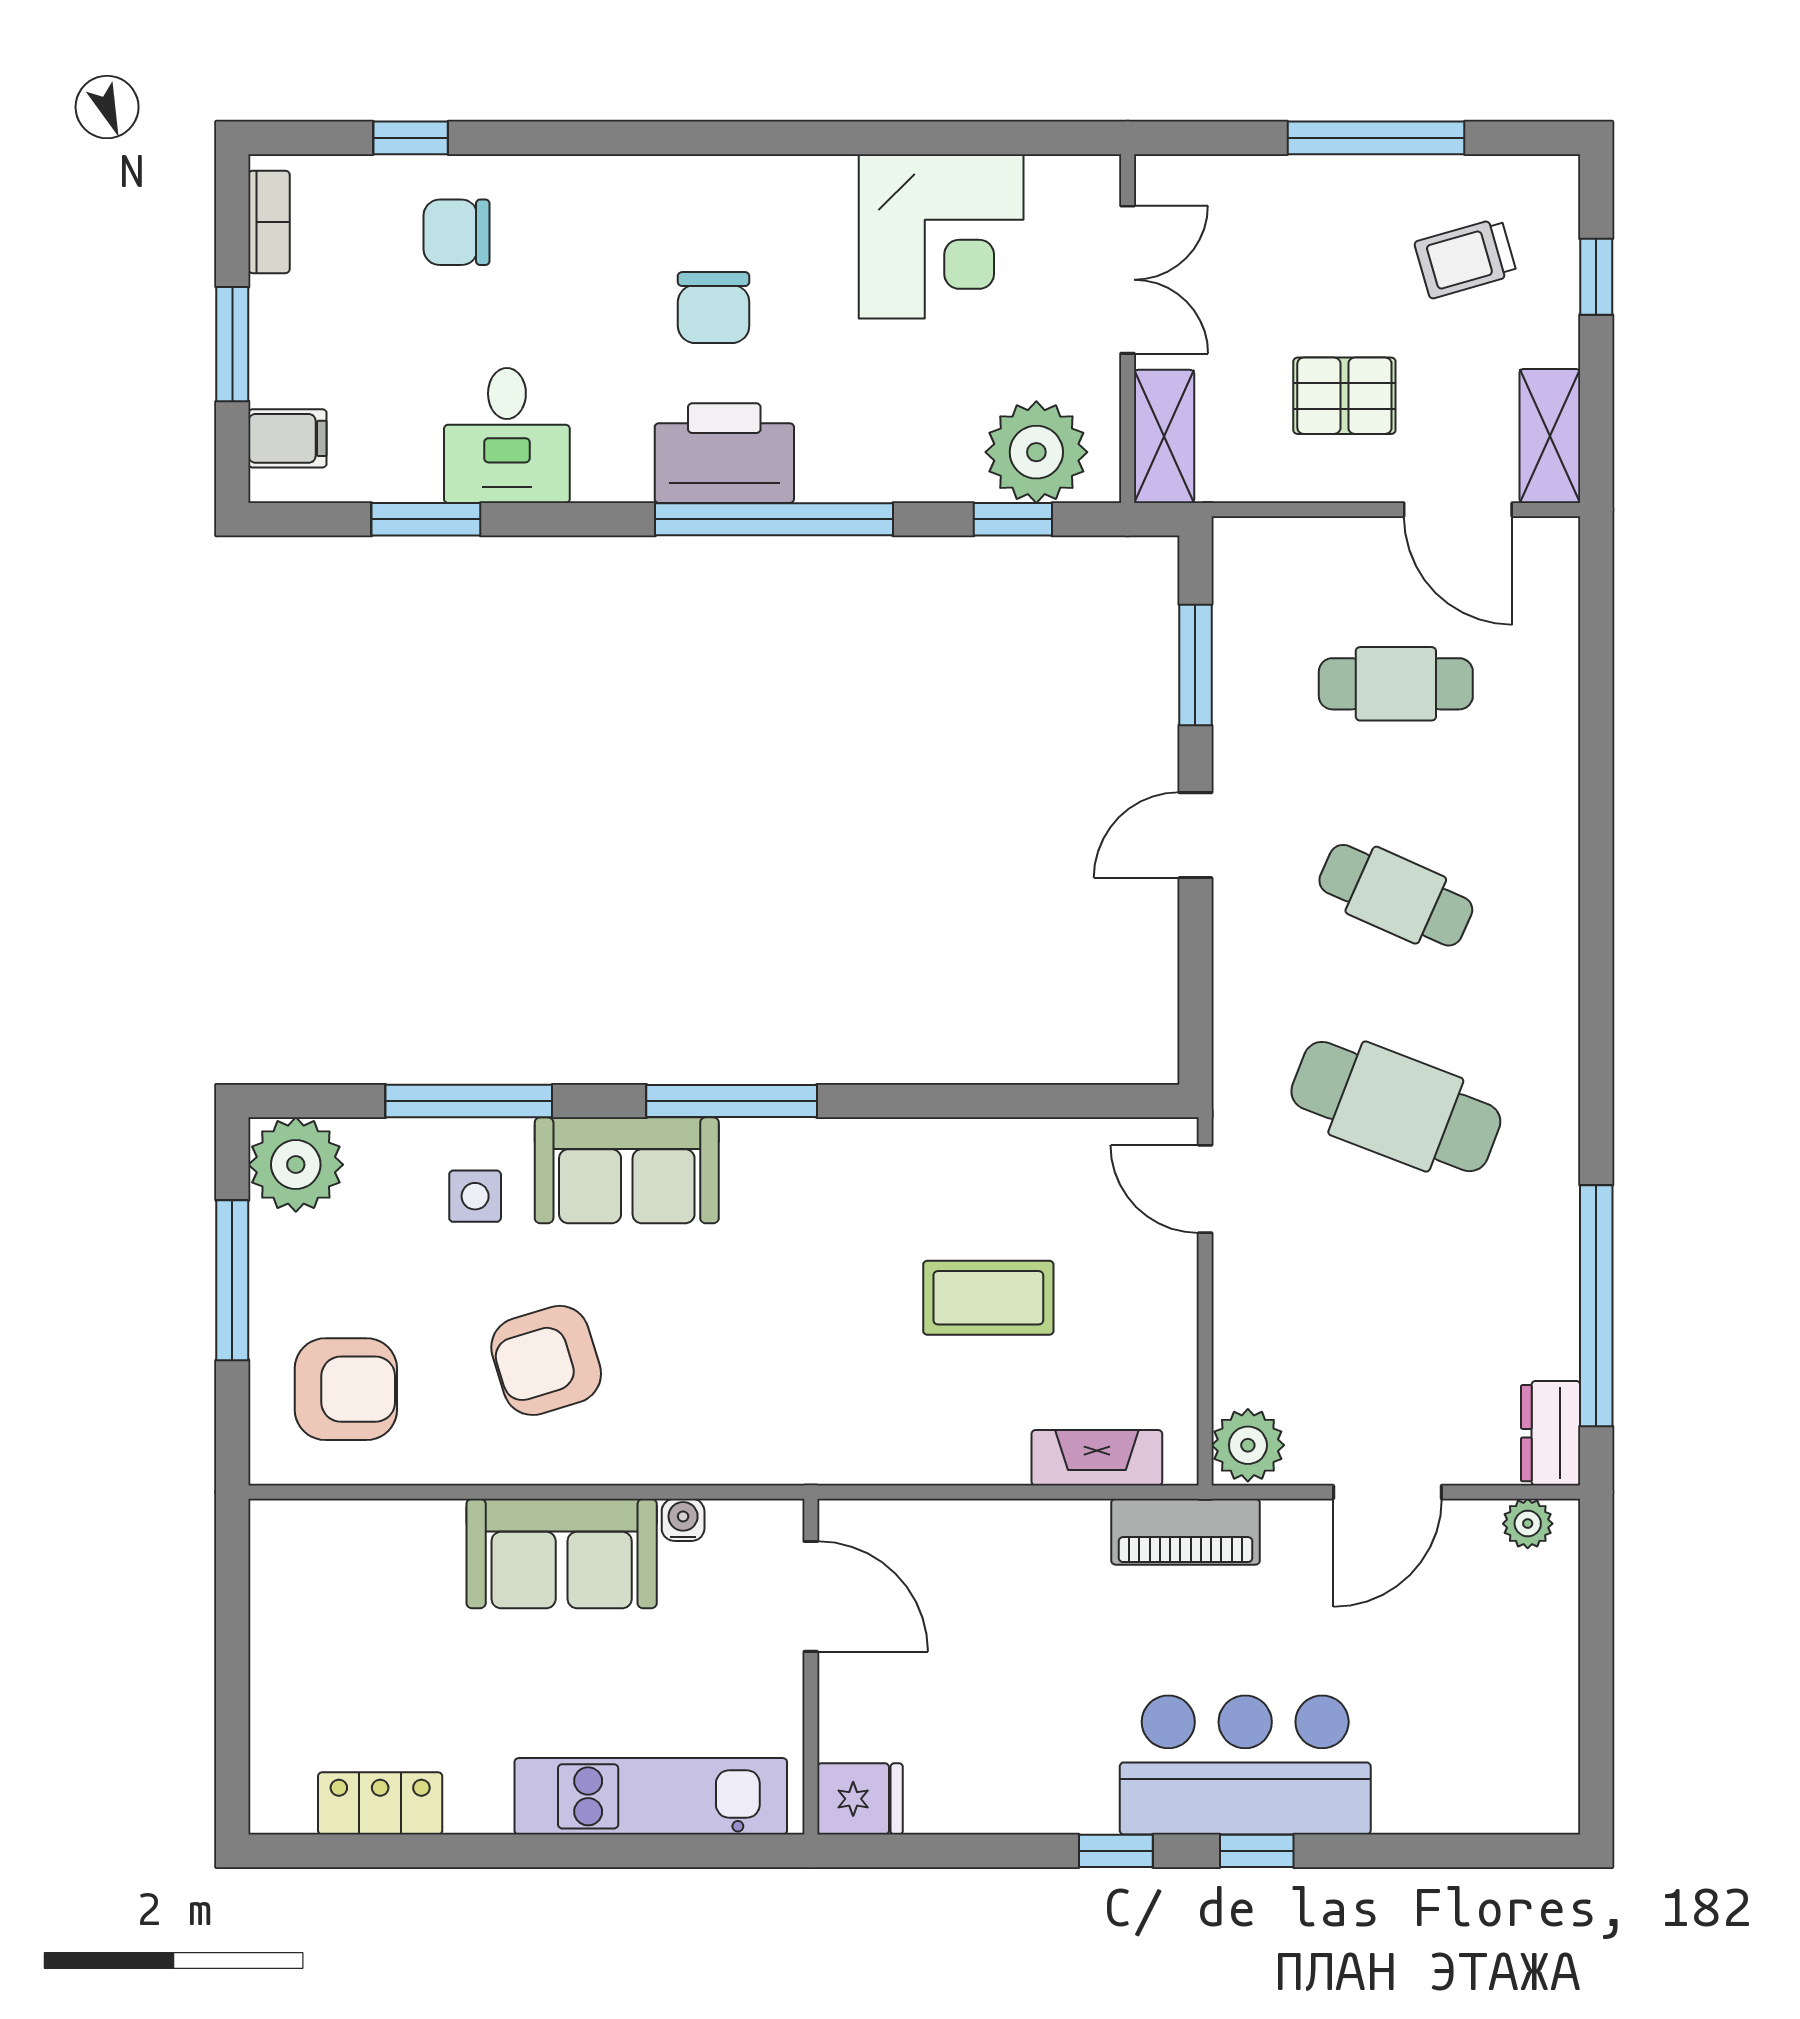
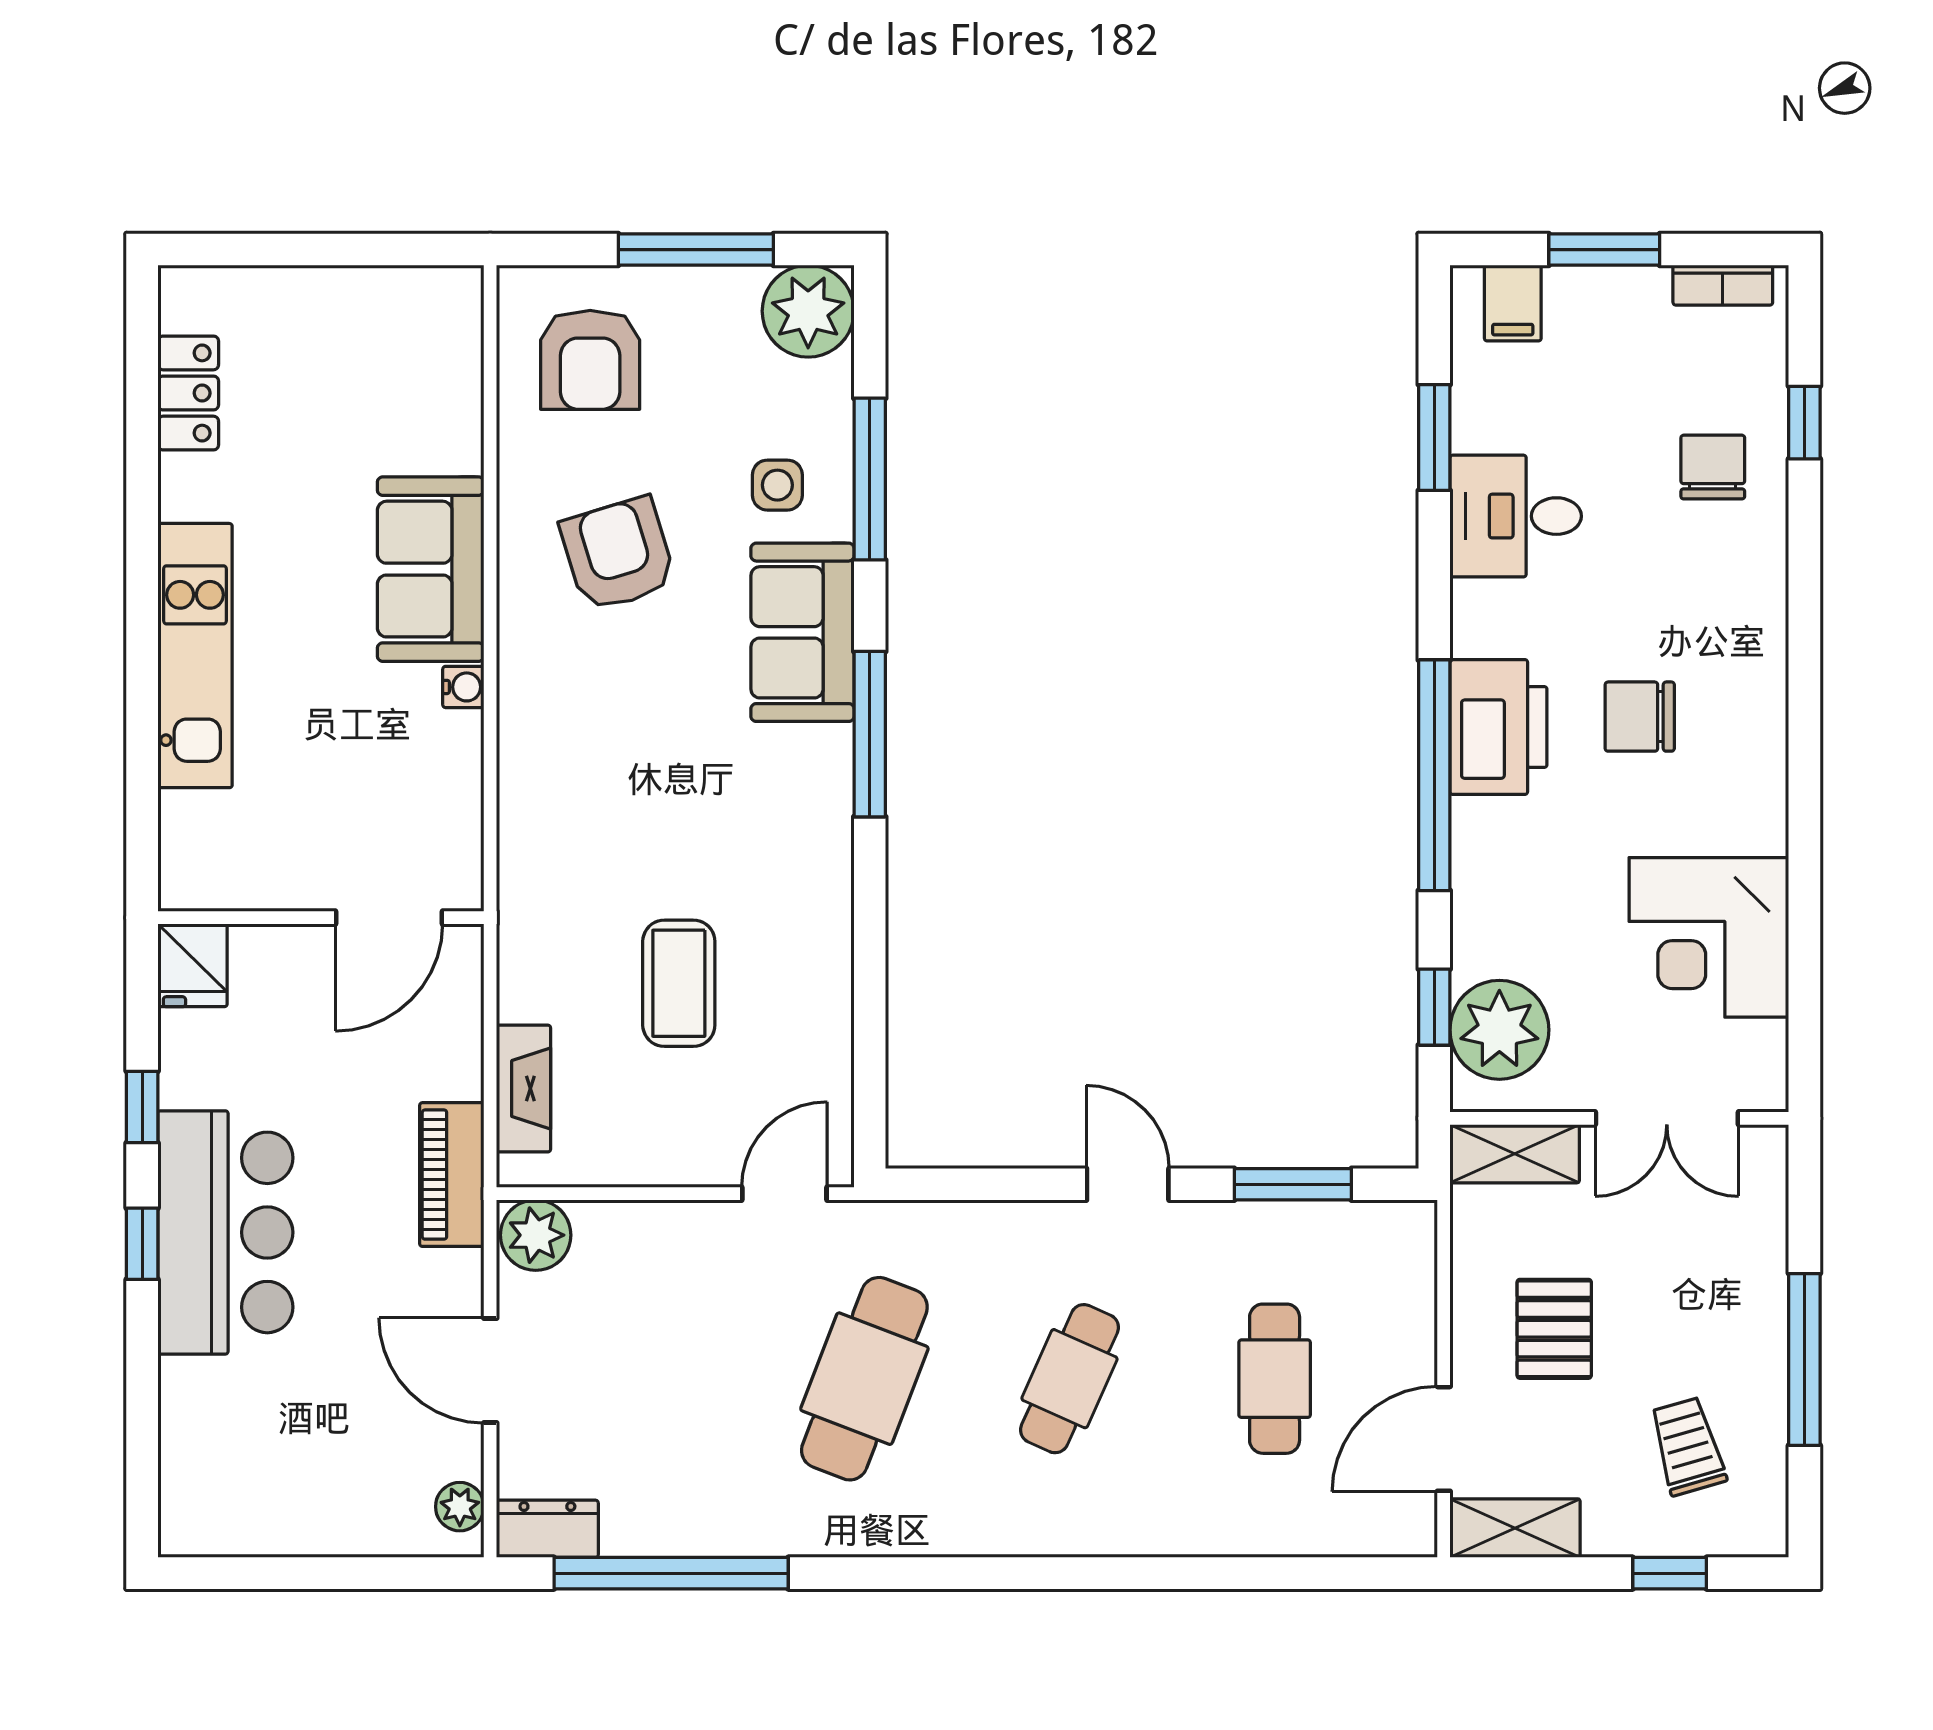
door: (811, 1596) -> (389, 918), moved
wall: (811, 1667) -> (321, 918), moved
fridge: (860, 1799) -> (192, 965), moved

